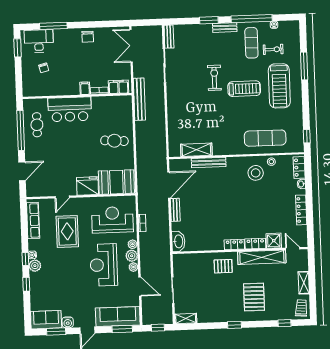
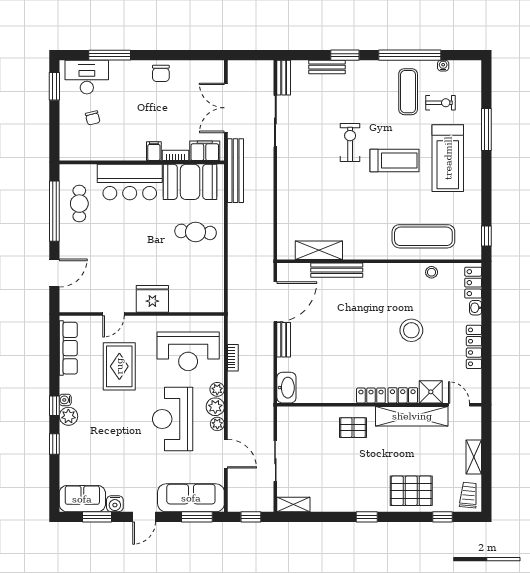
bench: (225, 28) -> (327, 67), moved
double door: (131, 46) -> (226, 108), moved
stool: (256, 173) -> (411, 330), moved
booth: (116, 182) -> (190, 182), moved
reception desk: (112, 220) -> (188, 351), turned 180
pallet: (254, 297) -> (411, 491), moved, turned 90

